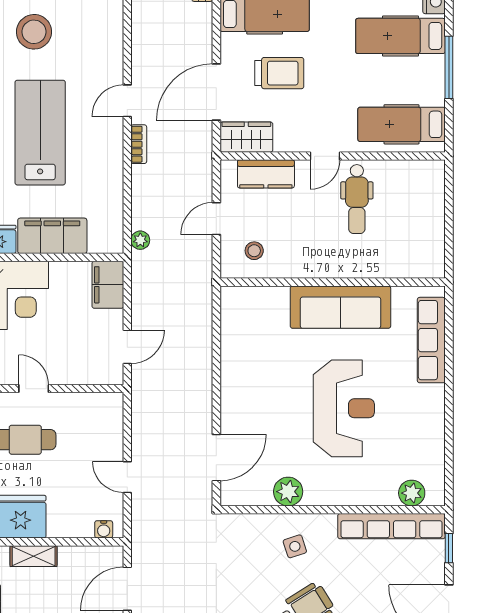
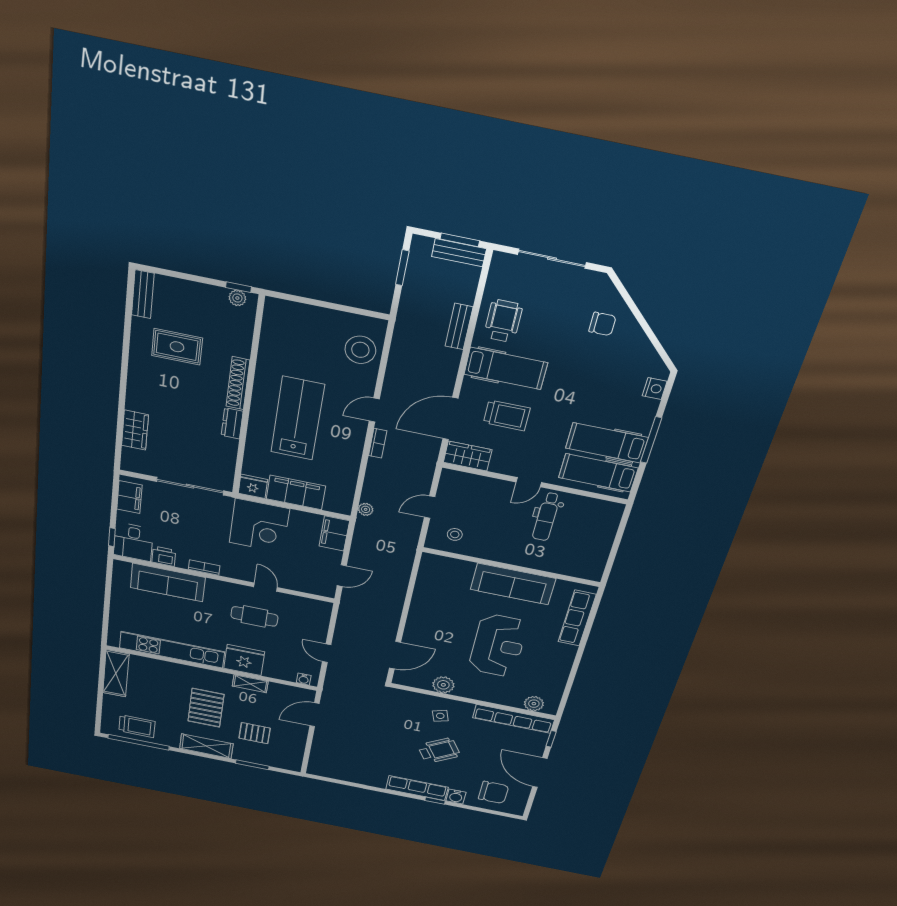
stool: (34, 32) -> (360, 350), moved
hospital bed: (400, 36) -> (607, 443), moved
kitchen counter: (266, 174) -> (477, 485), removed

